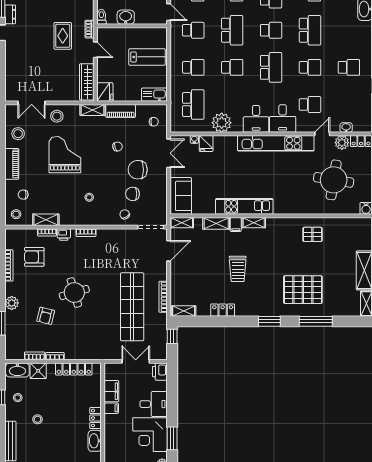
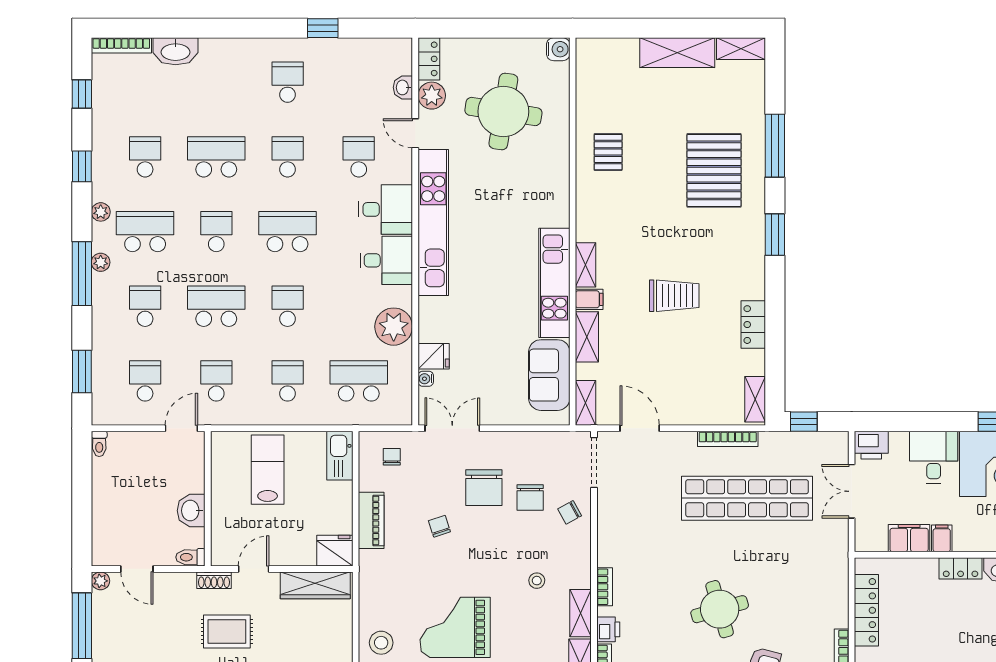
shelving: (92, 110) -> (581, 613), moved
sofa: (181, 196) -> (549, 375), moved, turned -90

